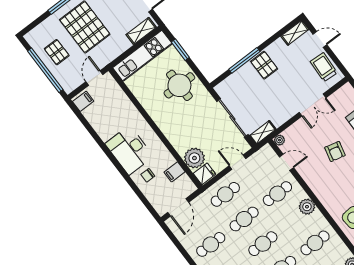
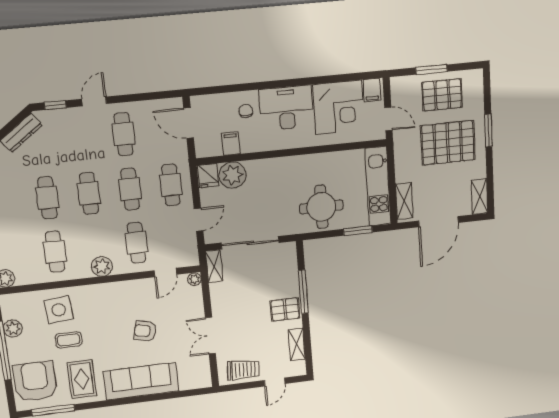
shelving: (295, 33) -> (297, 344), moved
pallet: (57, 52) -> (442, 95), width x1.50, depth x1.42
window: (45, 70) -> (432, 70), width x0.47
corner desk: (108, 116) -> (339, 107), added

